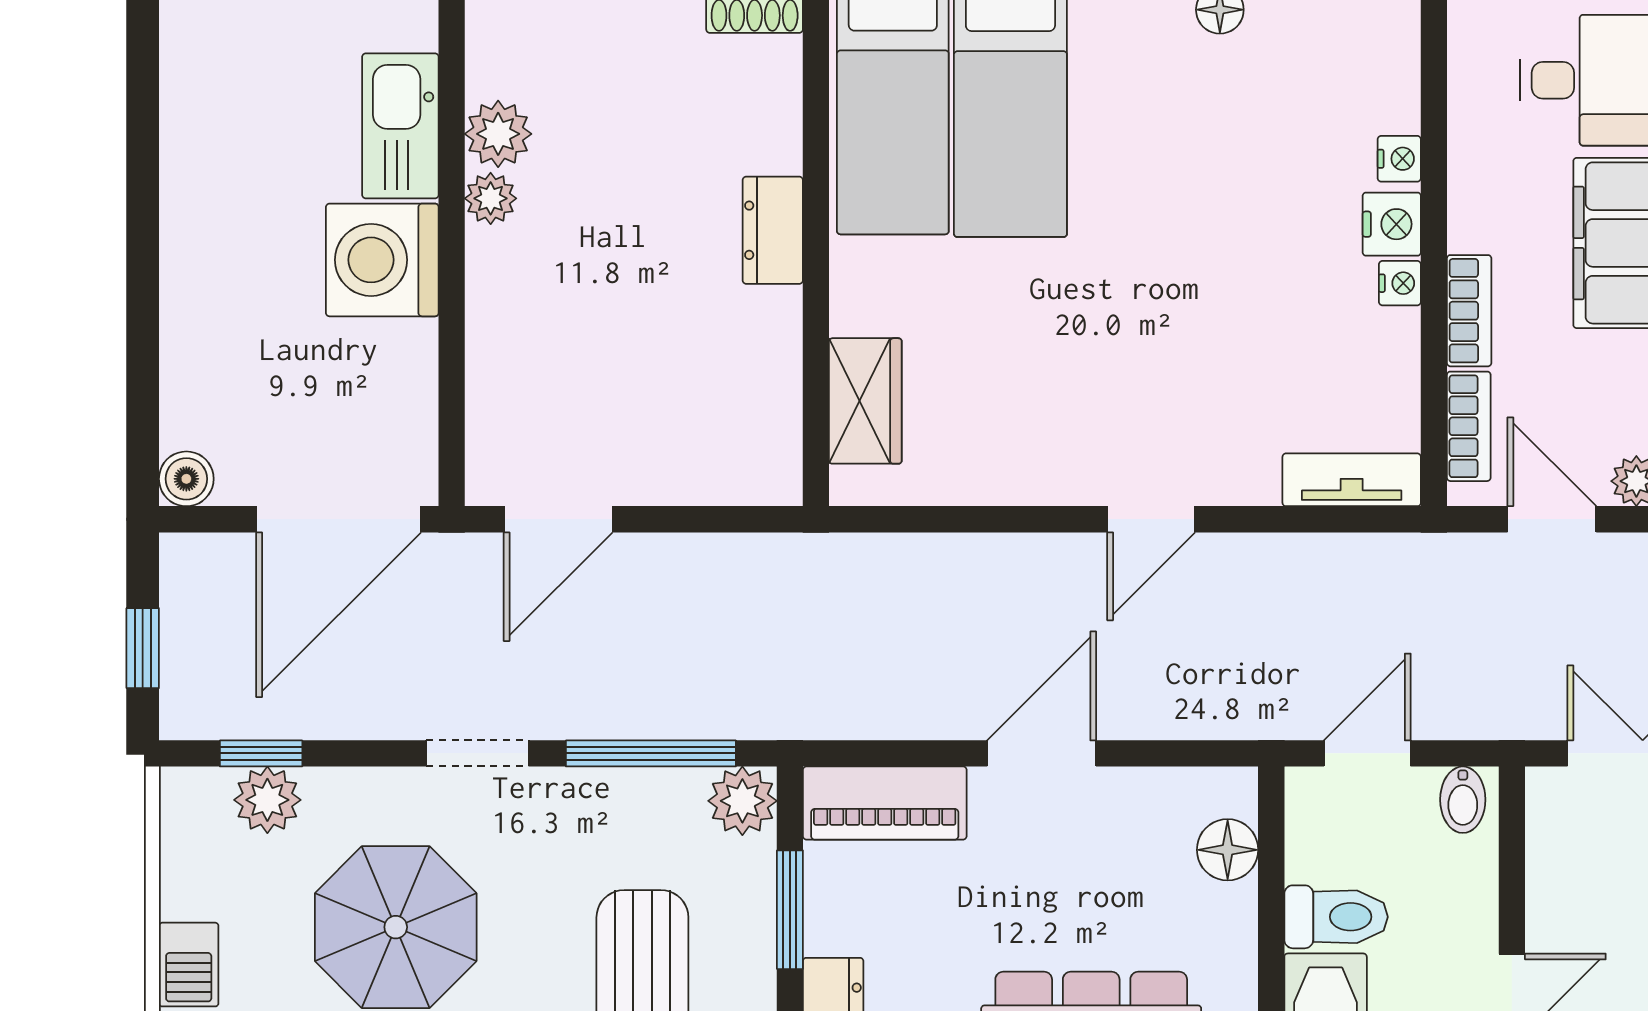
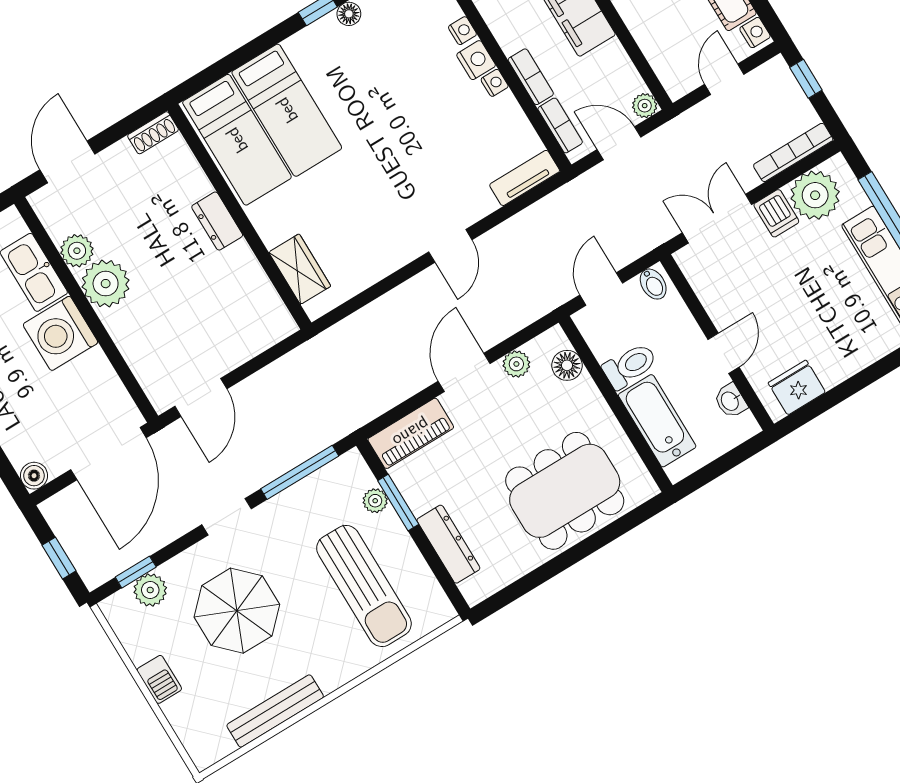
plant: (491, 198) -> (106, 284), width x1.88, depth x1.88
plant: (1141, 794) -> (516, 364), added
plant: (742, 801) -> (375, 501), moved, width x0.73, depth x0.73

